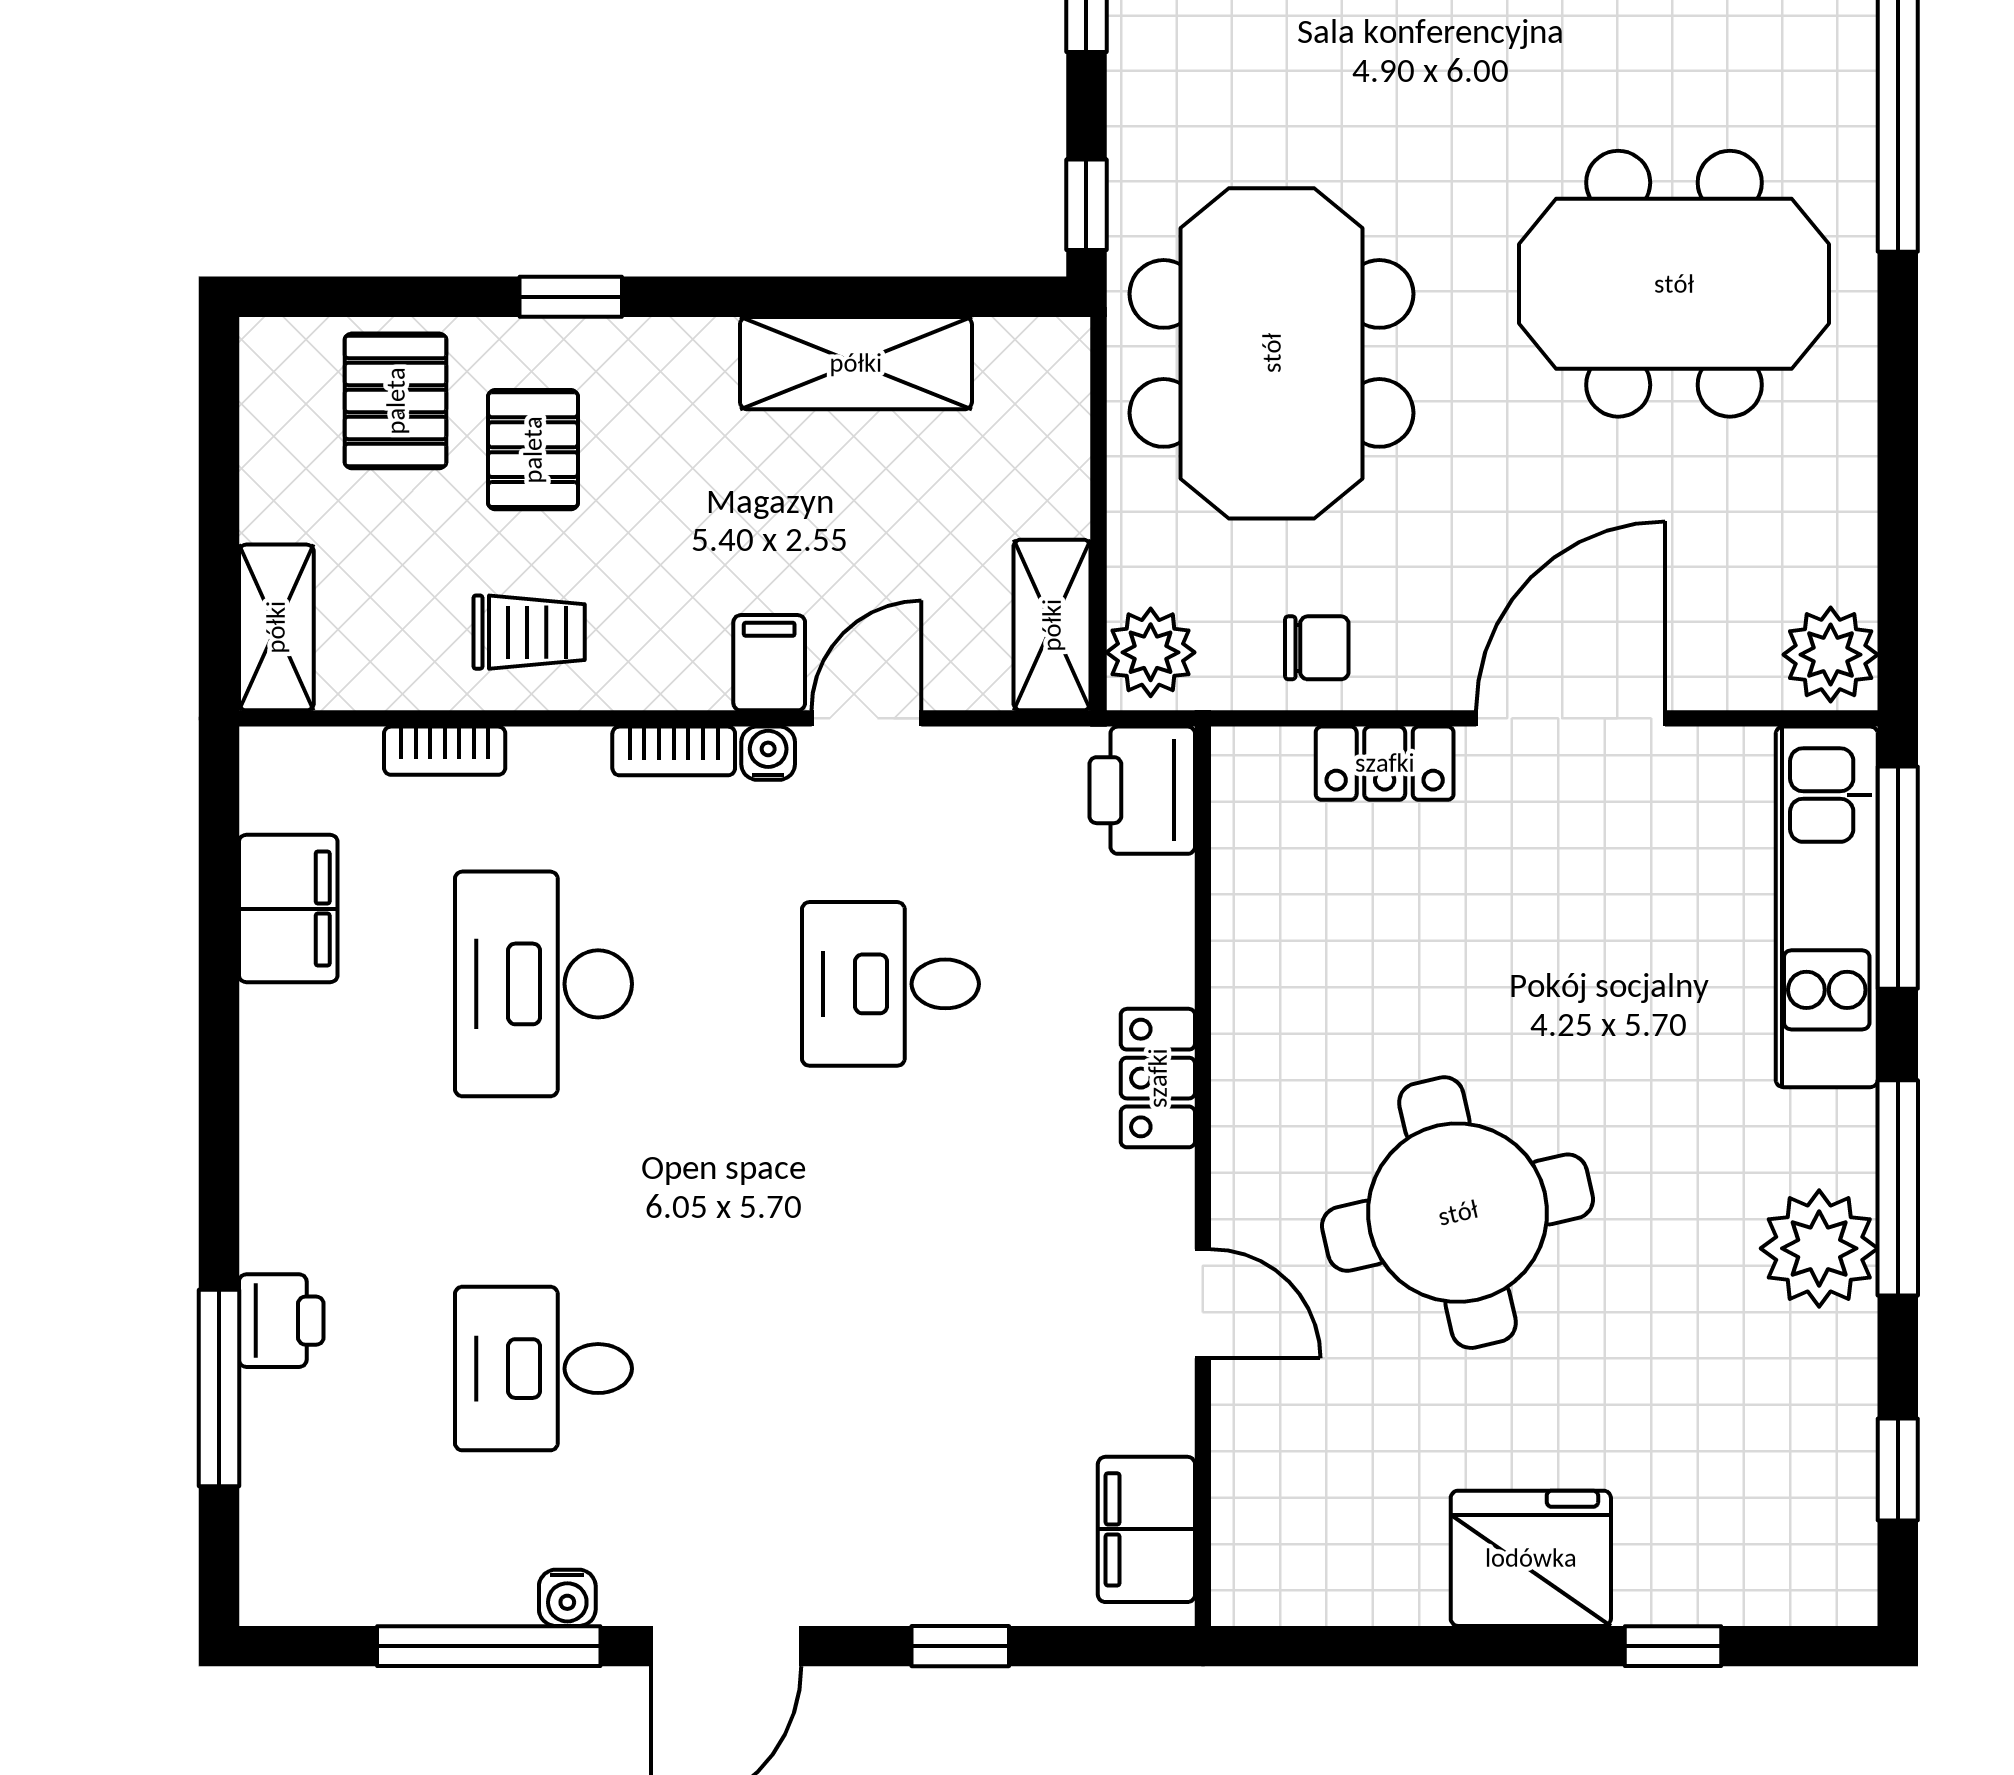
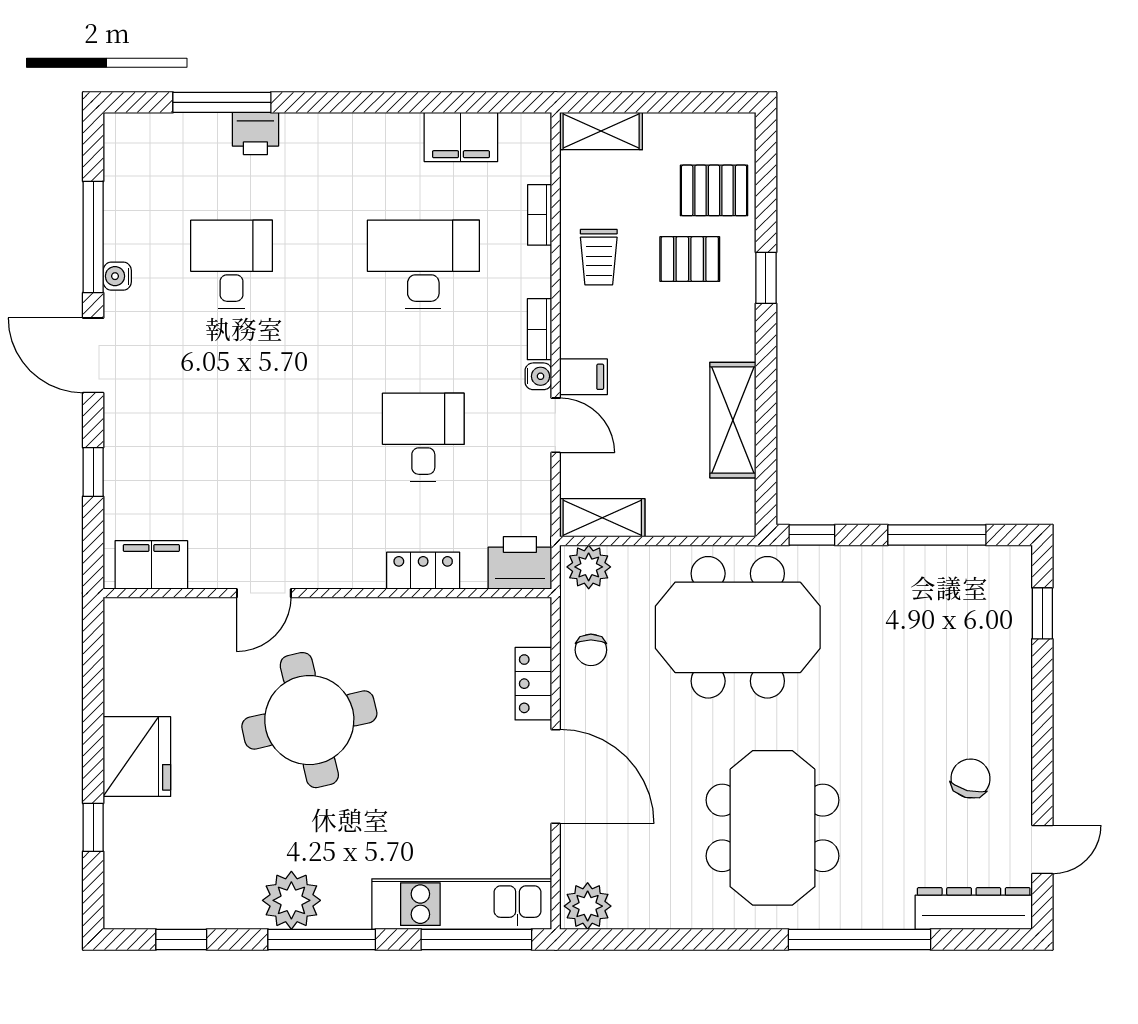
locker: (1158, 1078) -> (423, 571), moved

